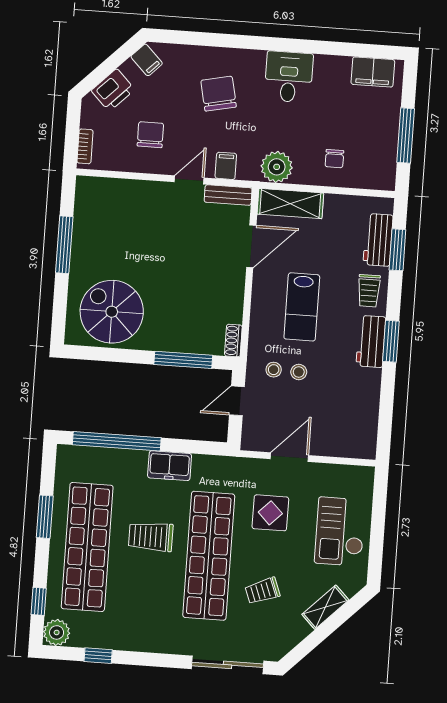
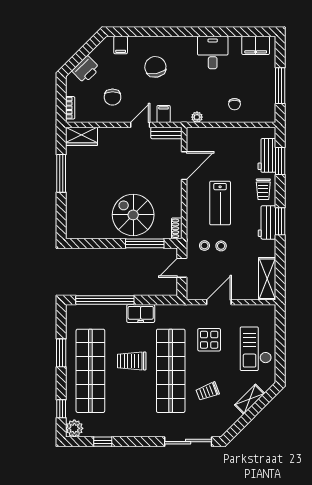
filing cabinet: (147, 60) -> (121, 45), moved, turned 45
desk: (289, 77) -> (213, 53), moved
chair: (150, 135) -> (113, 97), turned 180
plant: (277, 167) -> (197, 117), width x0.53, depth x0.53
wardrobe: (99, 191) -> (82, 136), added
shelving: (290, 204) -> (267, 279), moved, turned 90
spiral stairs: (112, 312) -> (133, 215), moved

